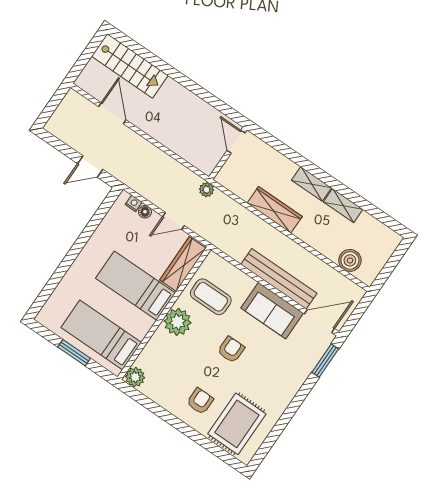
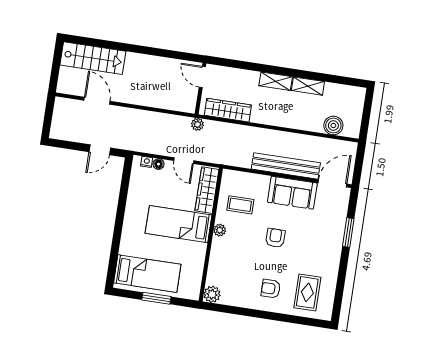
wardrobe: (275, 210) -> (228, 110), moved
door: (174, 221) -> (184, 161), hinge flipped
coffee table: (211, 297) -> (240, 205), width x0.73, depth x0.77
plant: (178, 322) -> (220, 230), width x0.53, depth x0.53
bed: (101, 335) -> (147, 274), moved, turned 180
window: (325, 361) -> (348, 233), moved
armchair: (200, 401) -> (271, 289), turned -90
rug: (237, 424) -> (307, 292), width x0.73, depth x0.70

